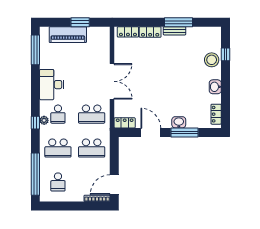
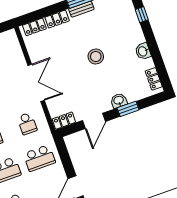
stool: (212, 60) -> (96, 56), moved
school desk: (92, 114) -> (27, 124), width x0.54
door: (151, 132) -> (94, 121), swing flipped
window: (184, 132) -> (128, 109), width x0.69

